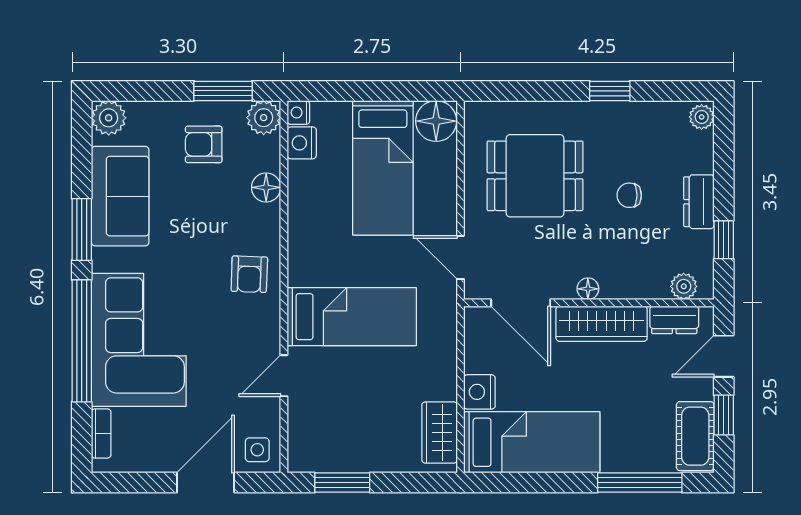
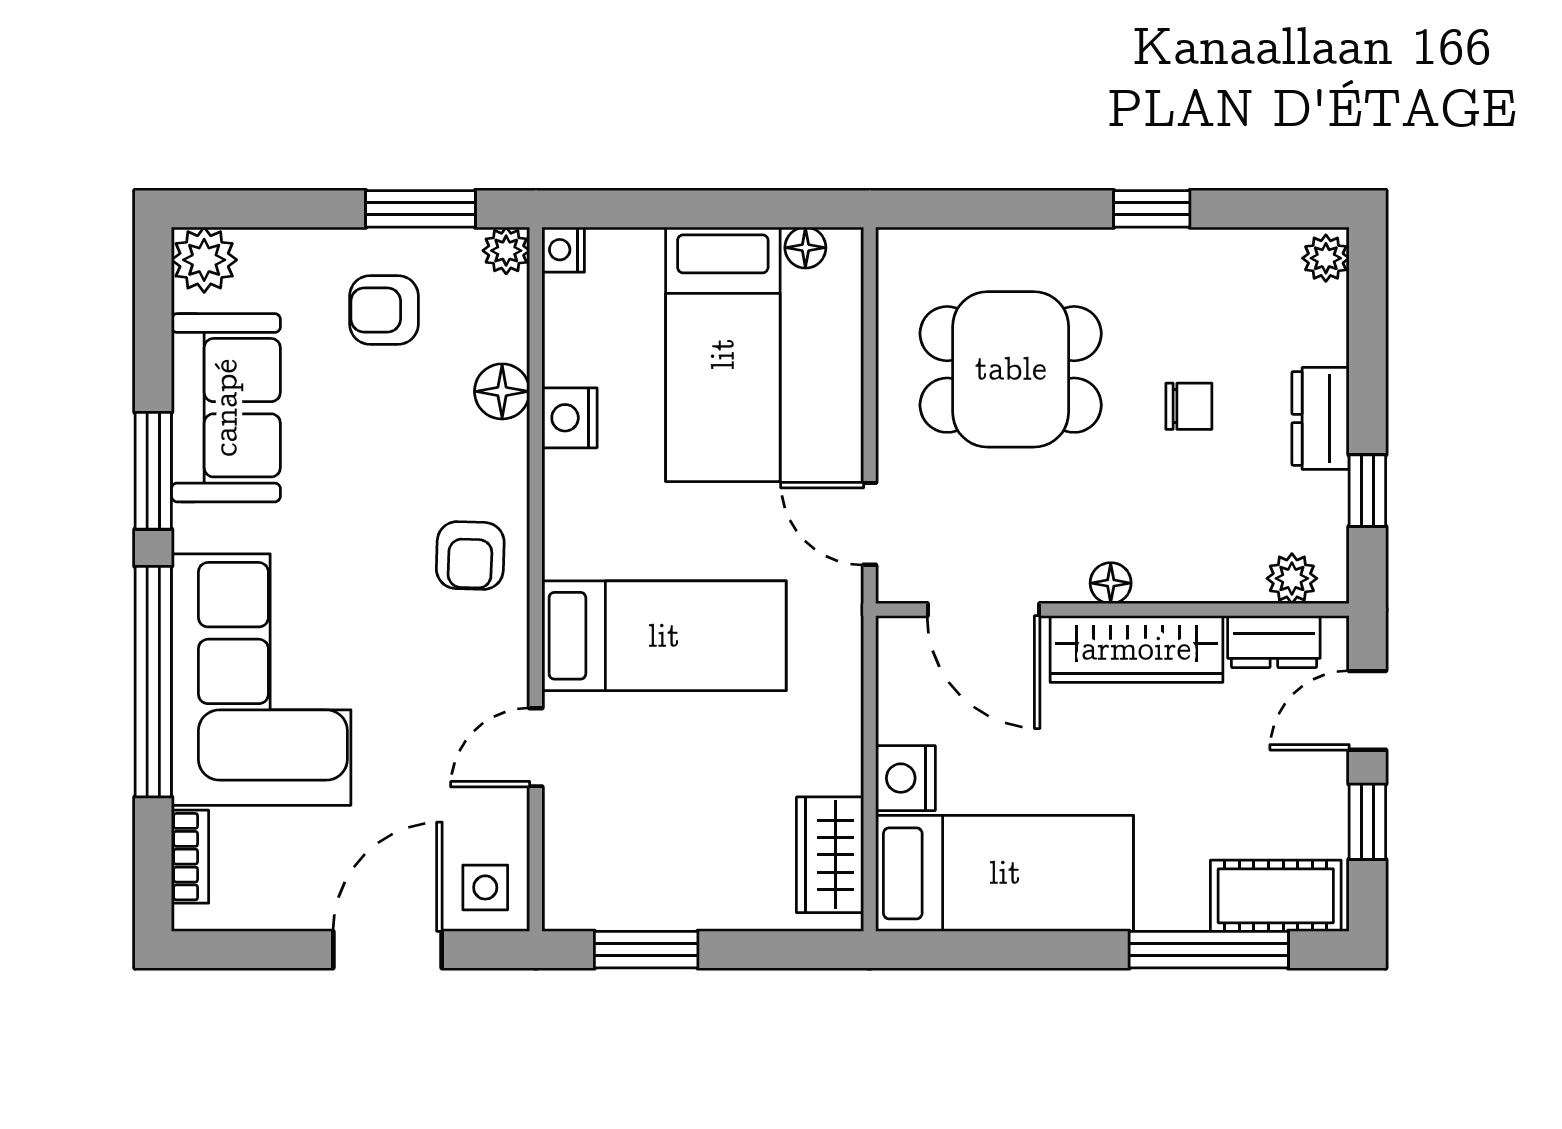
plant: (264, 118) -> (506, 251), width x0.73, depth x0.73
floor lamp: (436, 121) -> (805, 248), width x0.53, depth x0.53
nightstand: (302, 143) -> (569, 418), moved
chair: (629, 195) -> (1189, 406), turned 180
cot: (695, 436) -> (1276, 896), moved, turned 90

